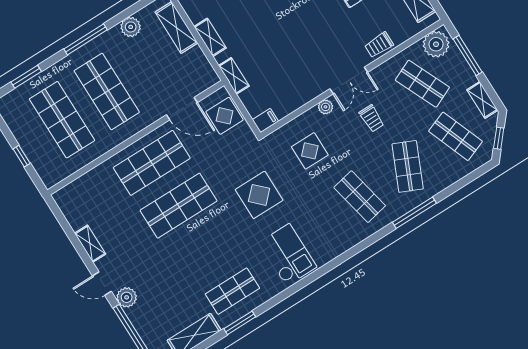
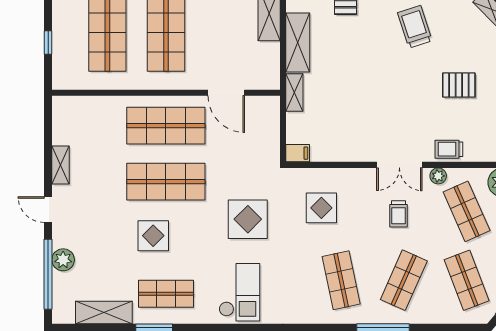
shelving: (210, 37) -> (298, 42), width x1.50, depth x1.33
plant: (326, 107) -> (438, 176), moved
display table: (225, 116) -> (153, 236), moved
plant: (127, 297) -> (63, 260), moved

